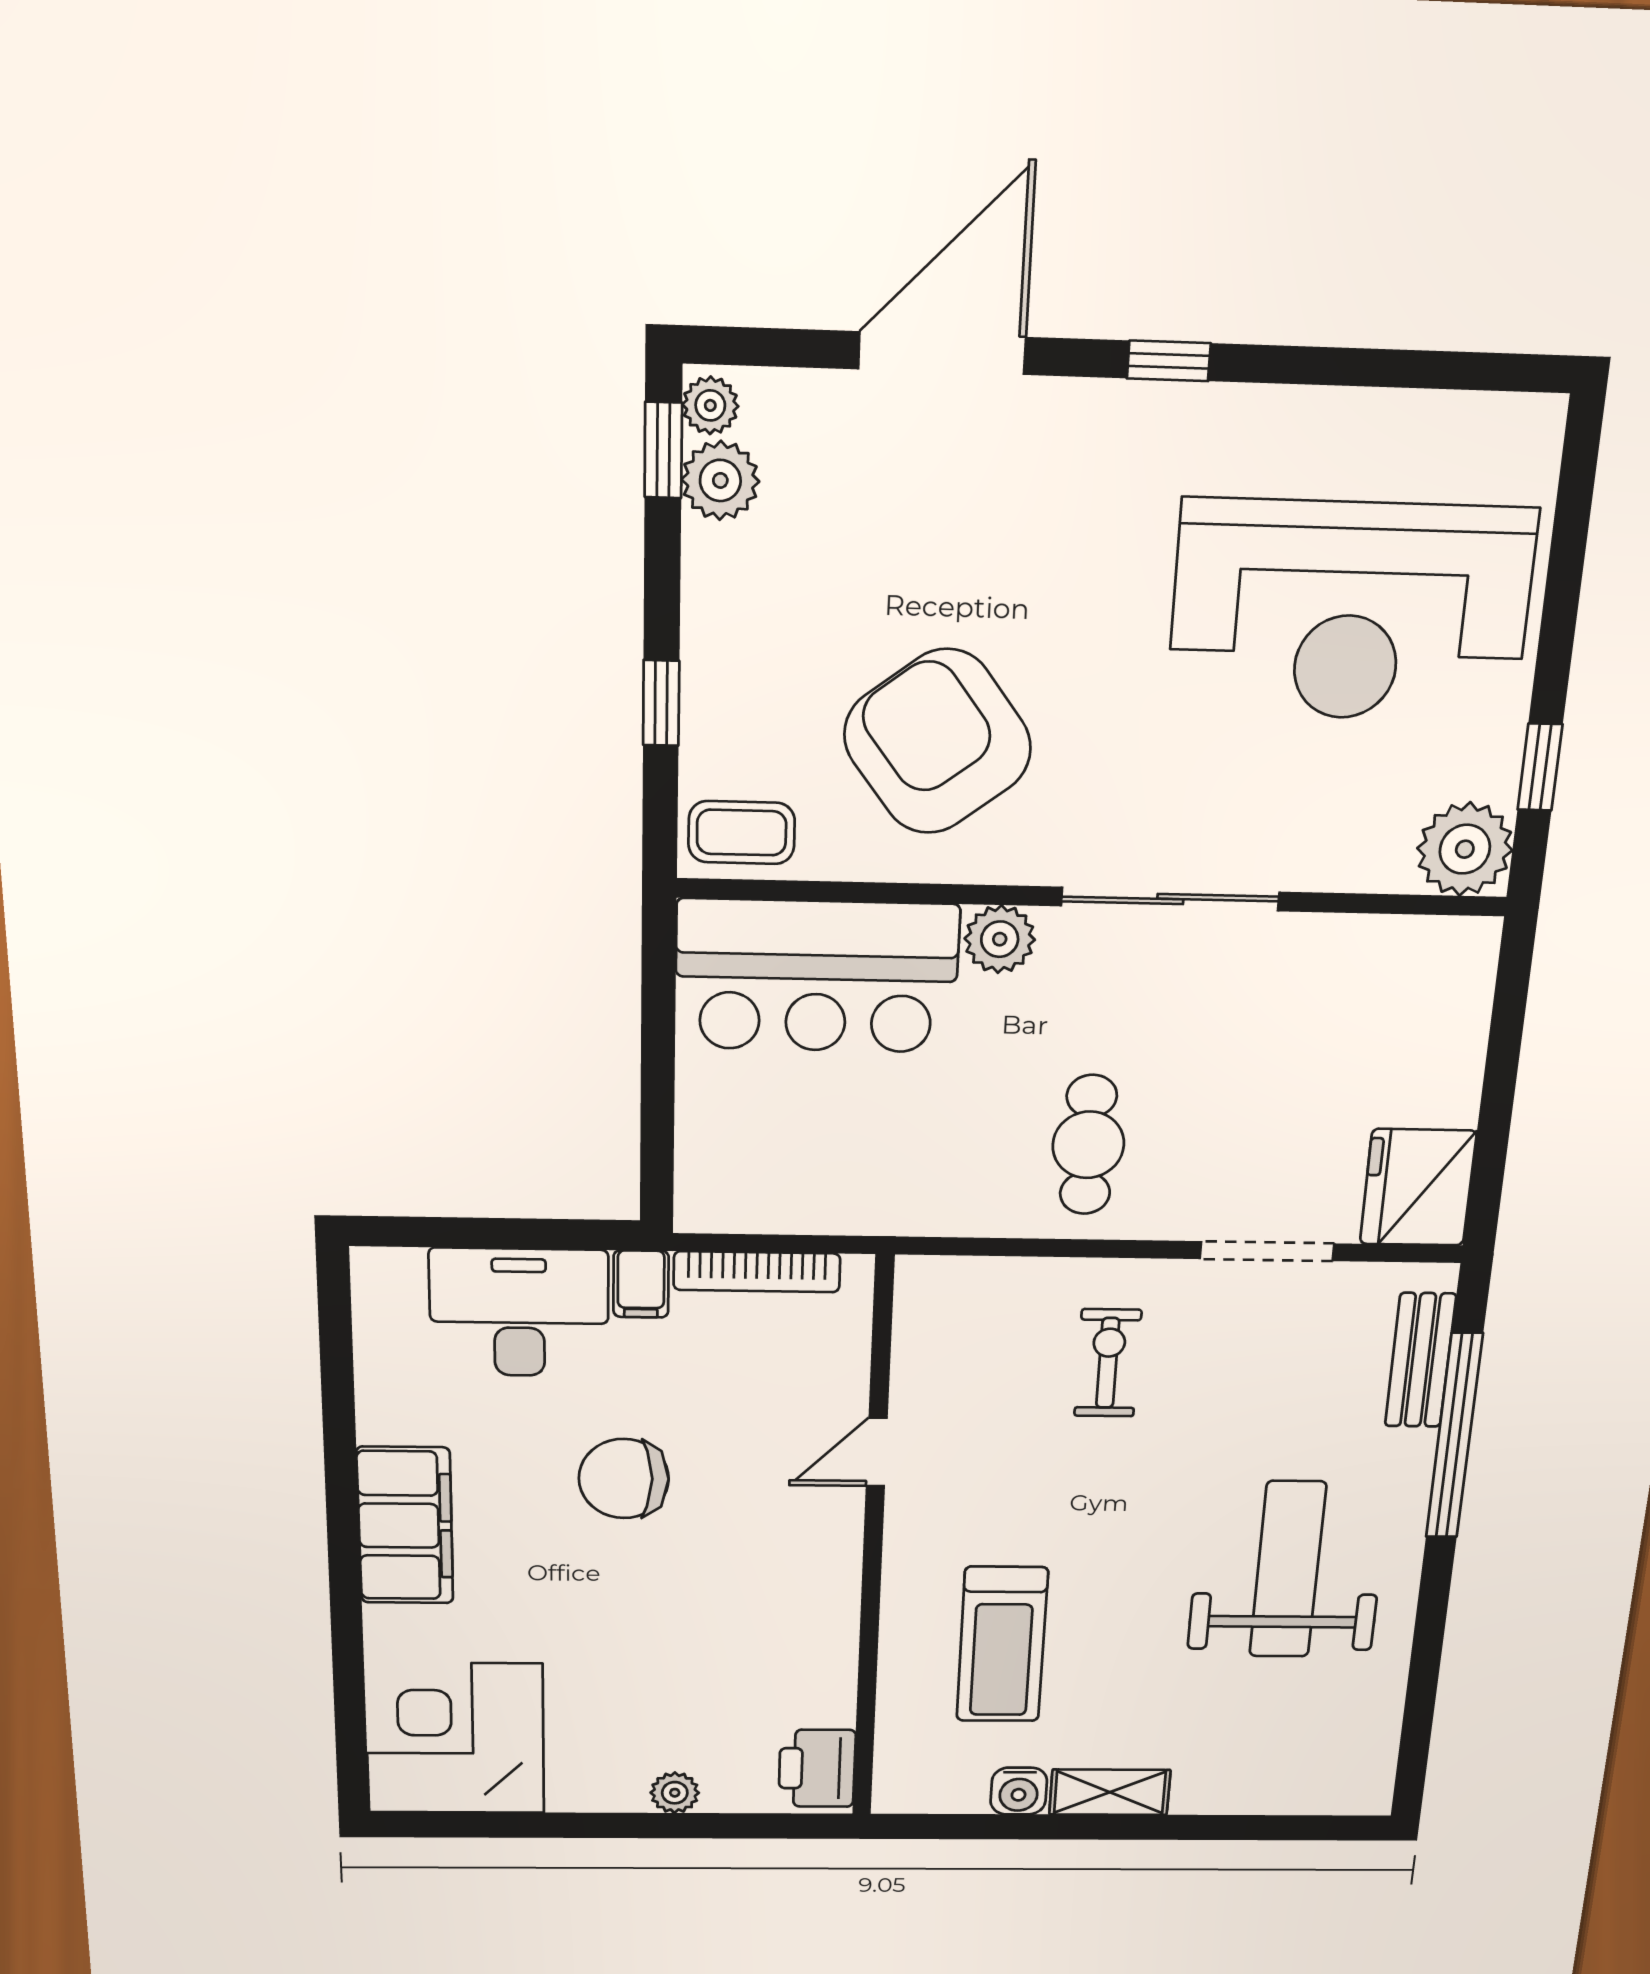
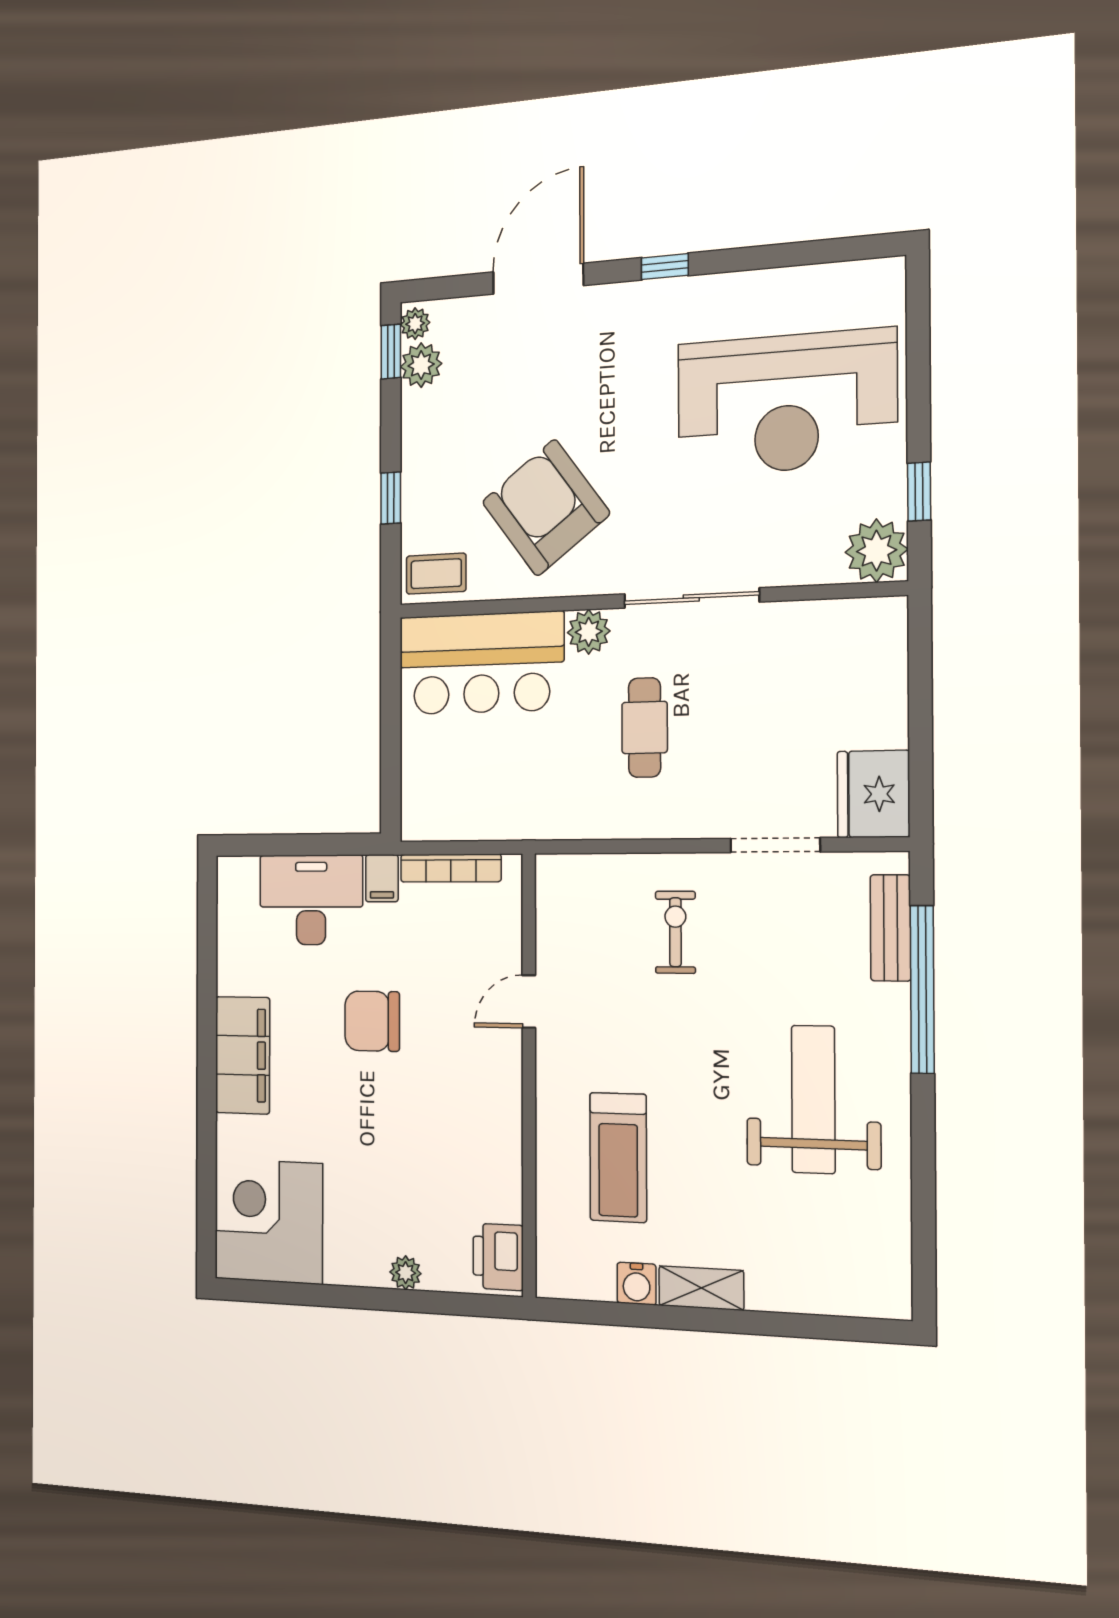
cafe table: (1088, 1145) -> (645, 728), moved

